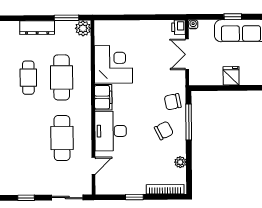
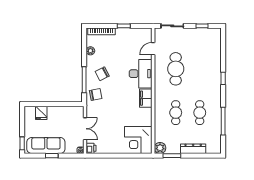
corner desk: (113, 64) -> (138, 140), moved
fridge: (231, 76) -> (41, 113), moved
cafe table: (62, 77) -> (176, 113), width x0.73, depth x0.74

